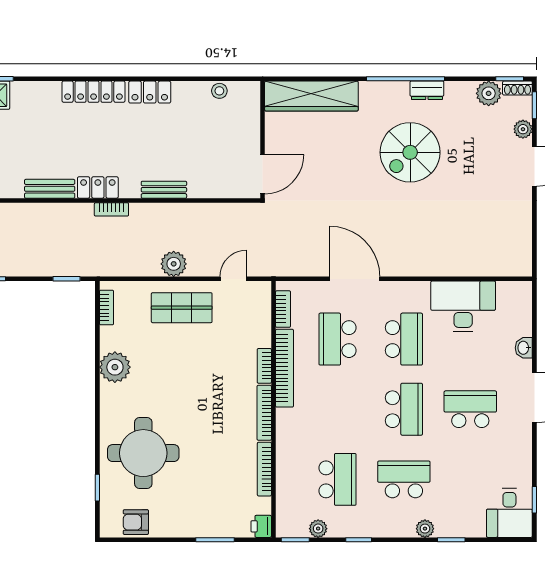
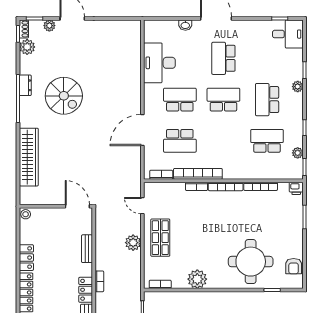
wall: (263, 140) -> (56, 206), moved
door: (263, 174) -> (77, 206), moved

